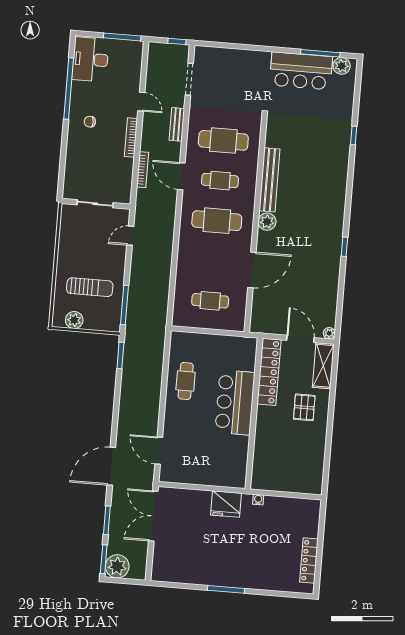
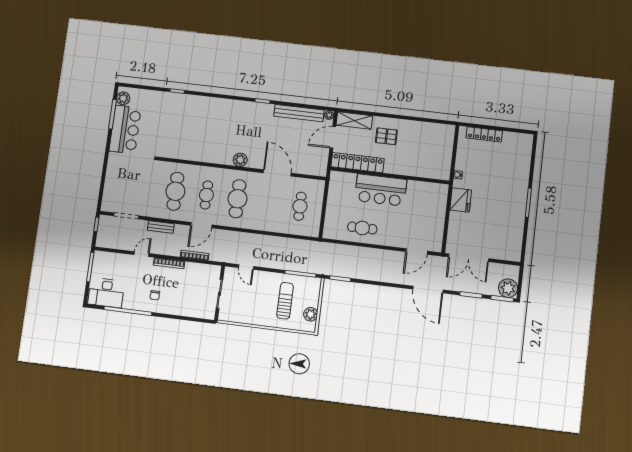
bench: (270, 180) -> (299, 113), moved
locker: (309, 561) -> (484, 134), moved

